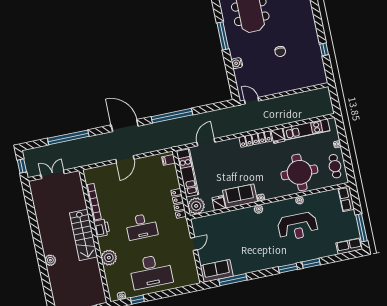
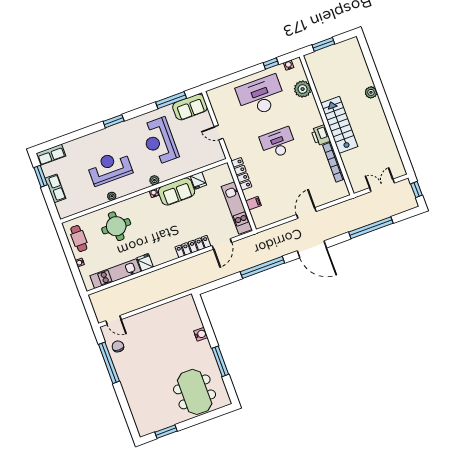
window: (324, 49) -> (109, 363), width x3.17
chair: (280, 51) -> (118, 346), moved
door: (252, 101) -> (113, 320), moved
locker: (255, 139) -> (193, 246), moved
filing cabinet: (169, 160) -> (253, 203), moved
round table: (299, 172) -> (116, 226), width x0.73, depth x0.73
double door: (53, 174) -> (382, 185), swing flipped
row of seats: (346, 199) -> (55, 188), moved
plant: (196, 206) -> (222, 174), removed
window: (361, 228) -> (41, 176), width x0.69
door: (194, 244) -> (219, 133), hinge flipped
reception desk: (249, 244) -> (159, 141), added
plant: (109, 258) -> (303, 89), moved
window: (311, 263) -> (89, 130), removed

